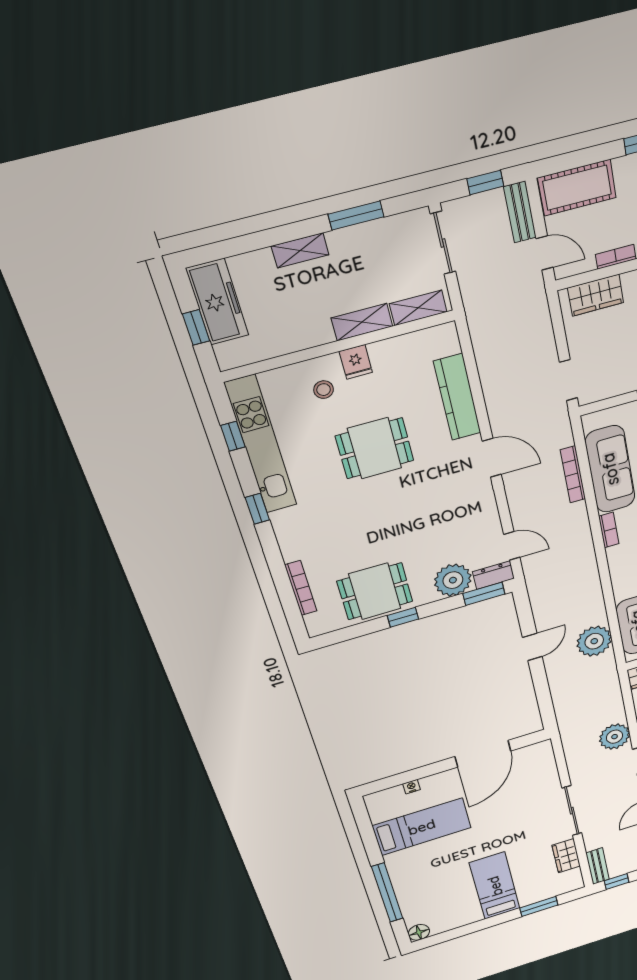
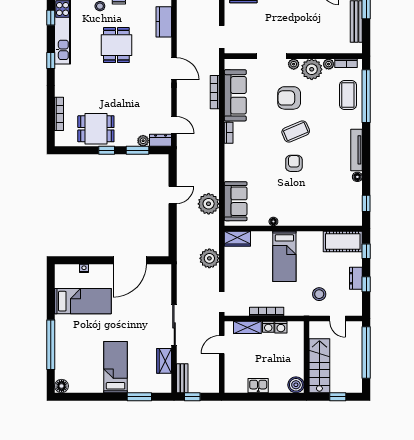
kitchen counter: (457, 397) -> (164, 22), width x0.67
dining table: (375, 448) -> (116, 45), turned 90
plant: (453, 580) -> (143, 141), width x0.53, depth x0.53
window: (484, 594) -> (137, 150), moved
plant: (615, 737) -> (209, 258), moved

